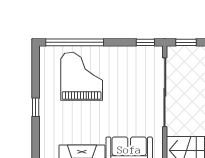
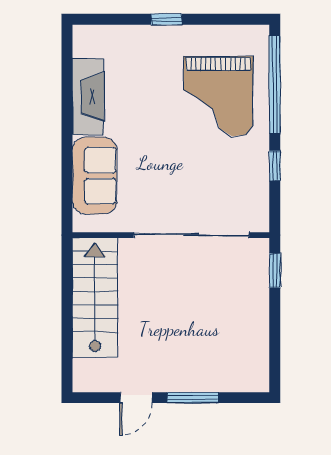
window: (145, 42) -> (275, 166), moved
grand piano: (82, 76) -> (218, 96), turned 90

